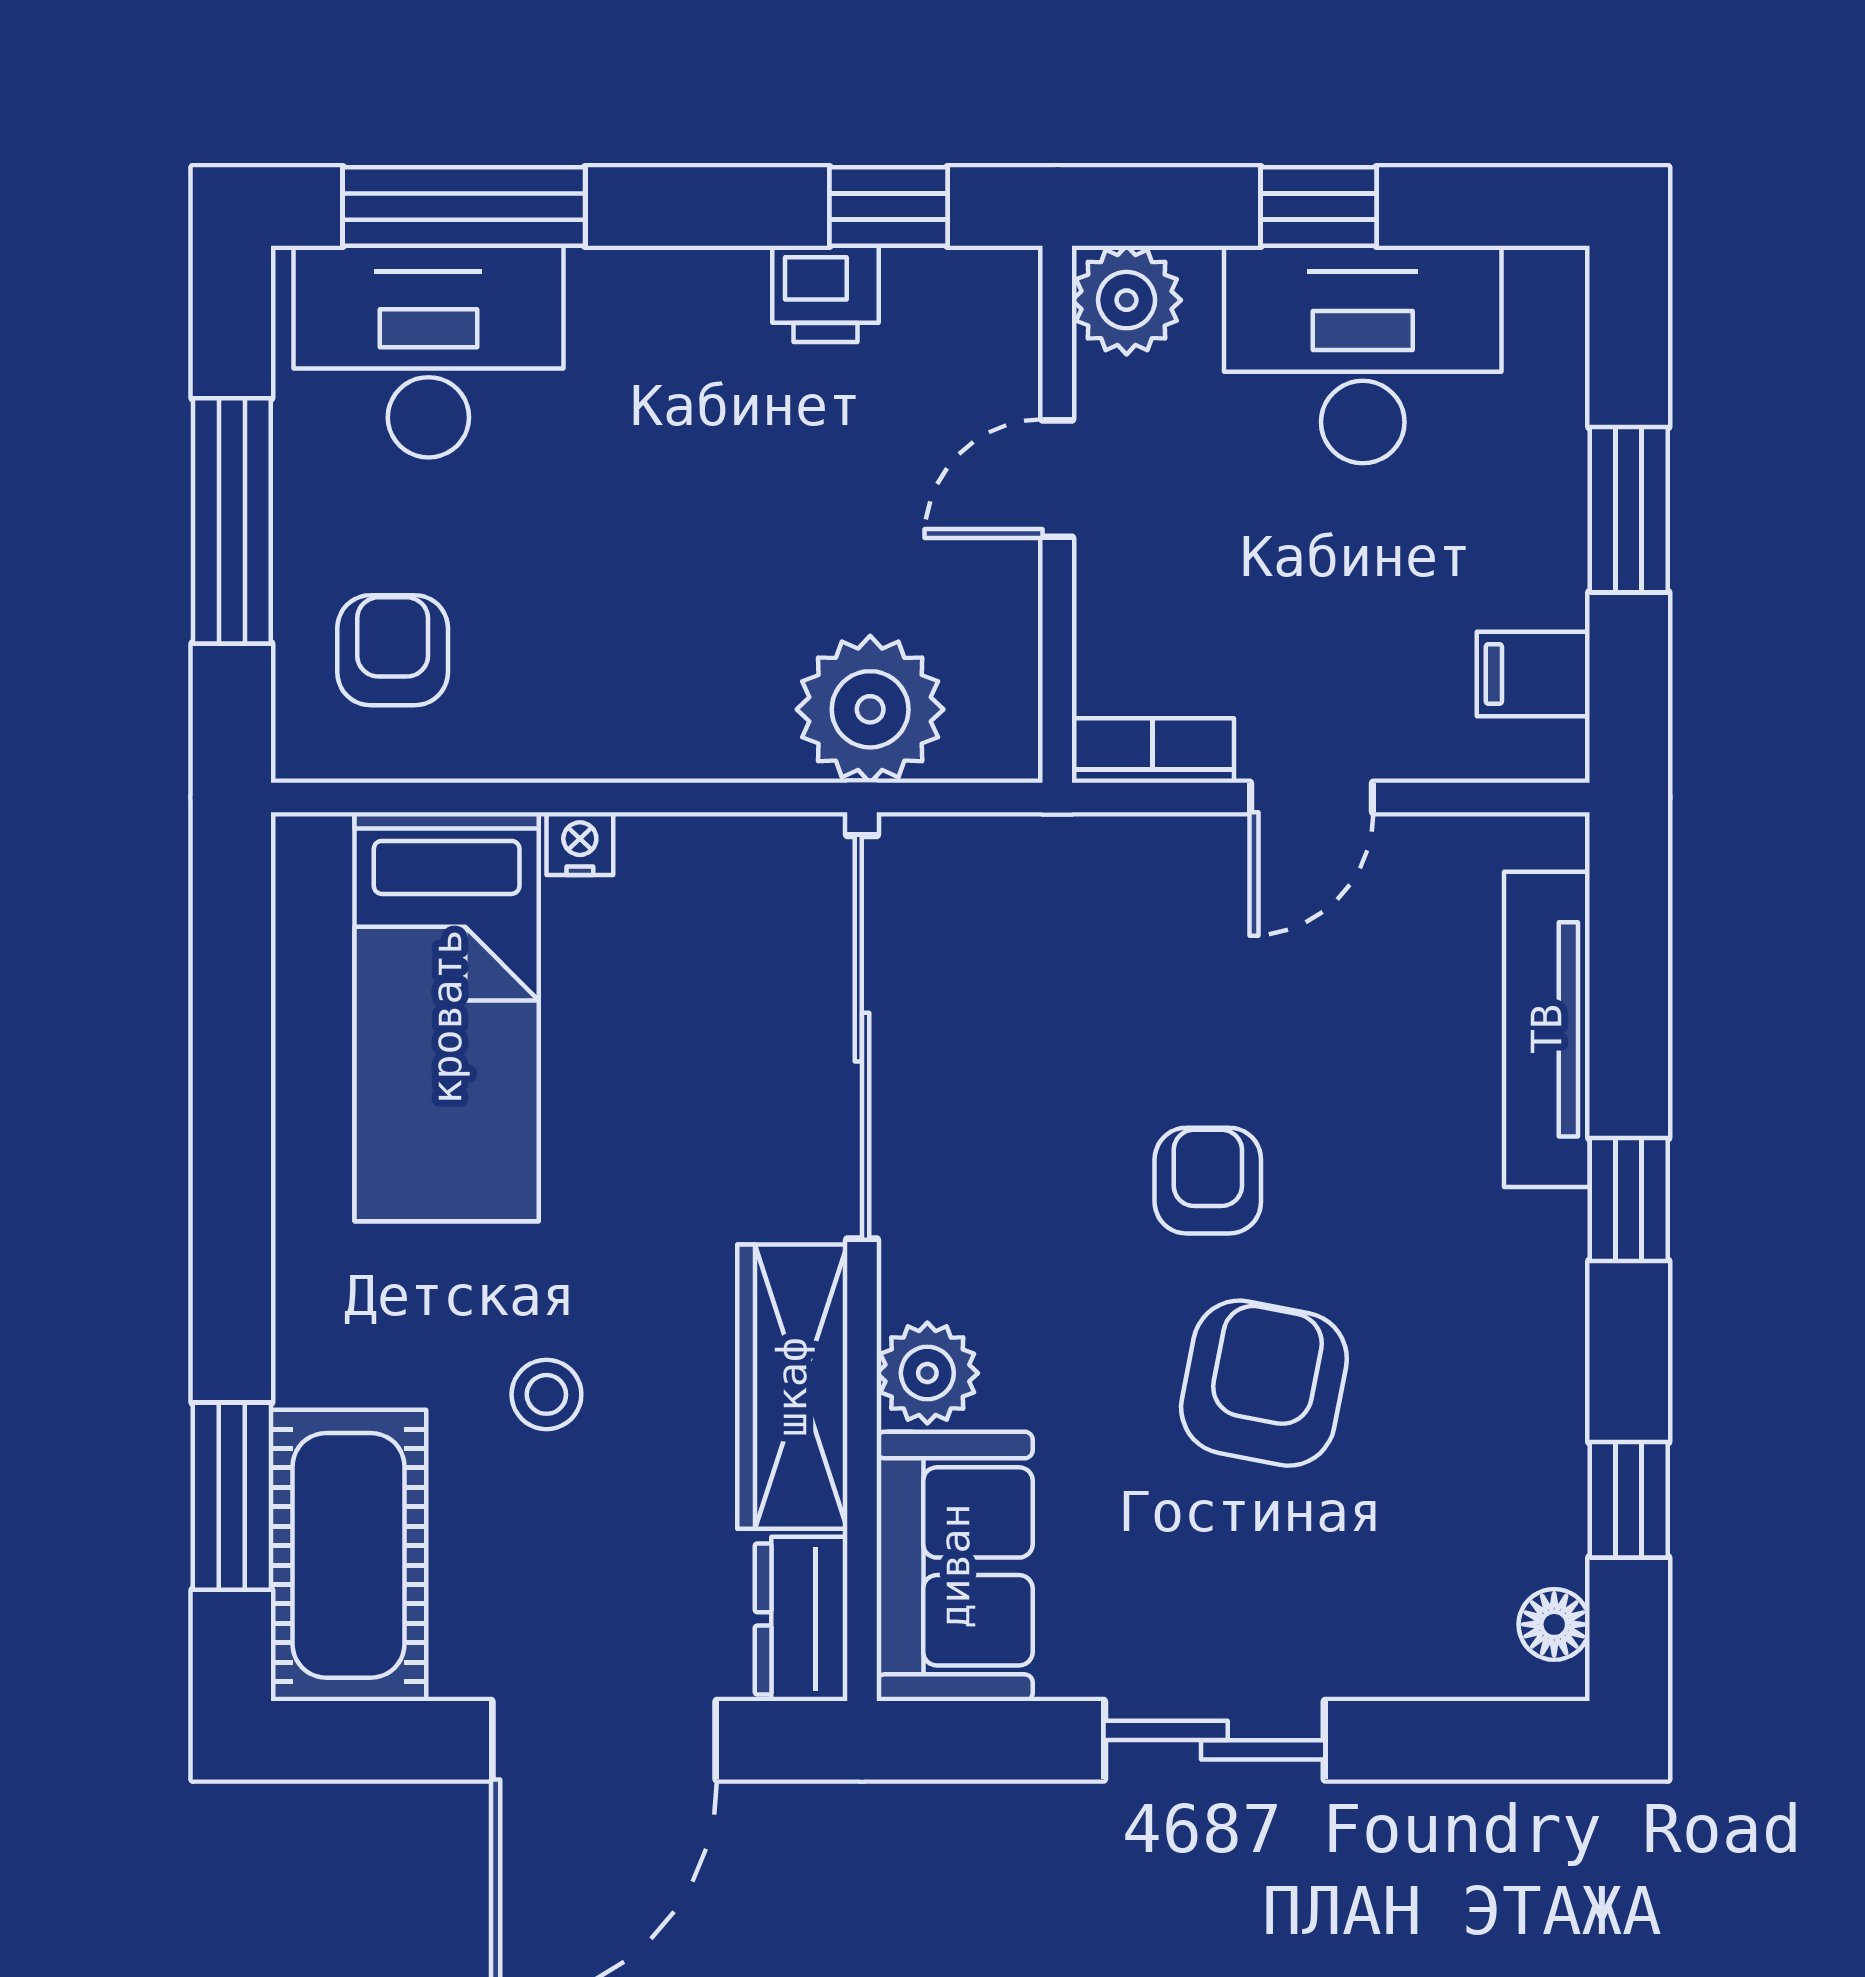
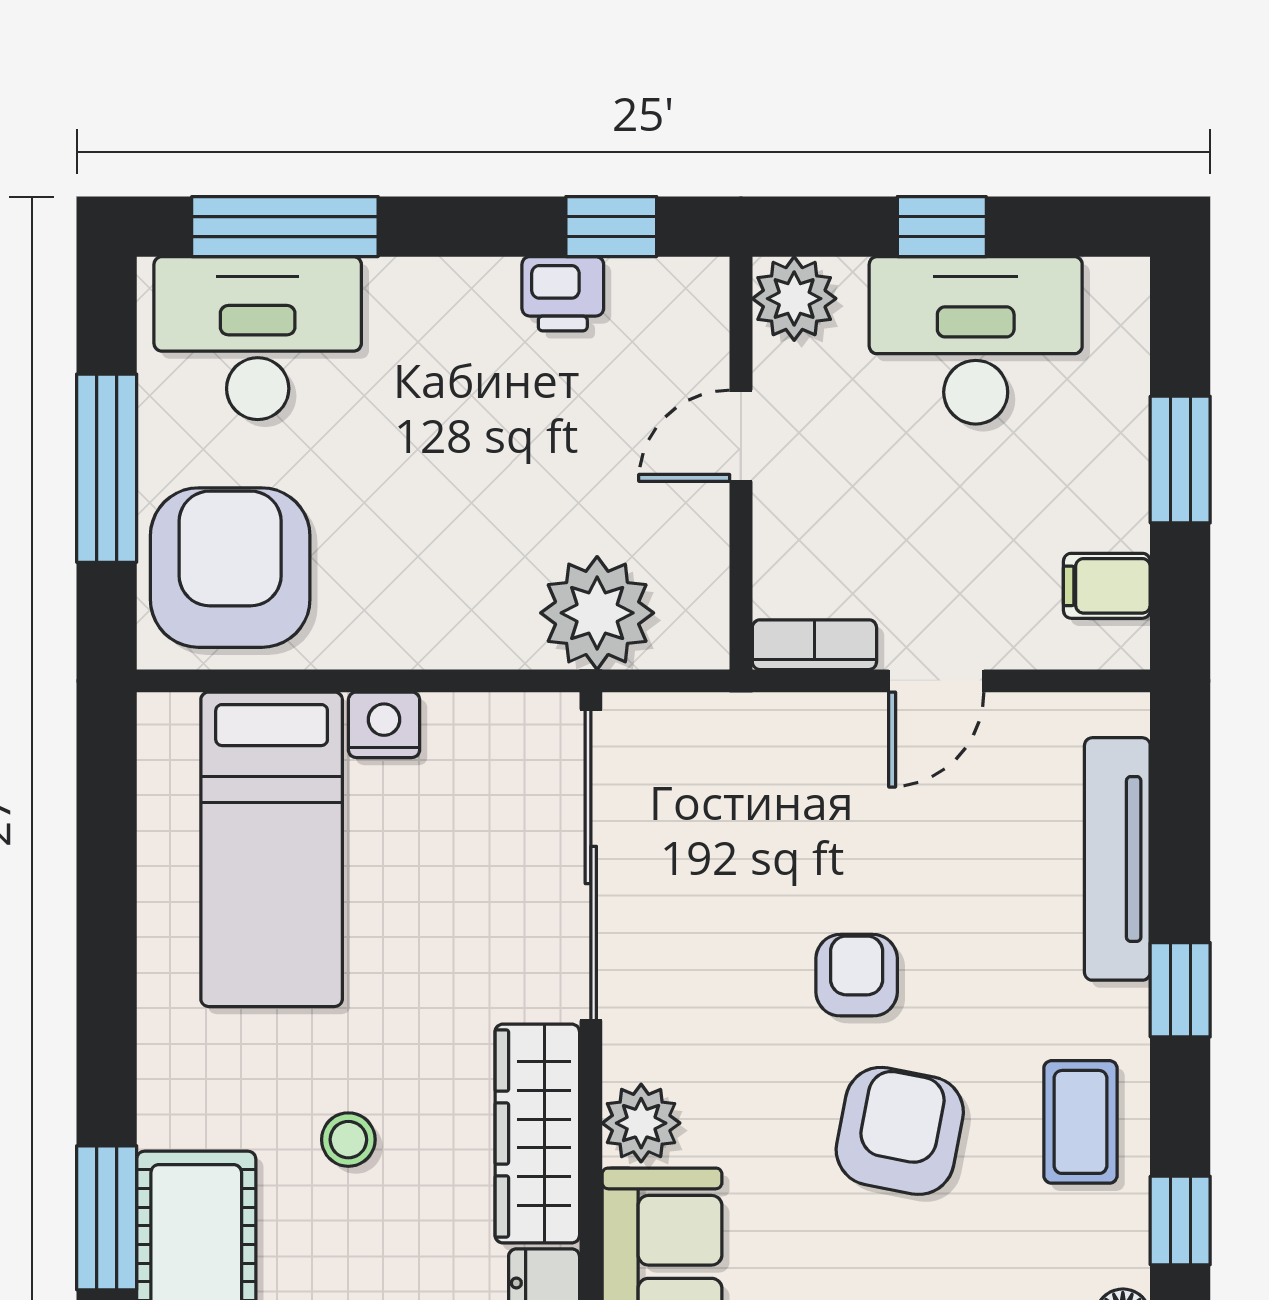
armchair: (393, 650) -> (230, 568), width x1.88, depth x1.88
nightstand: (580, 844) -> (384, 725), width x1.39, depth x1.35
coffee table: (1499, 1372) -> (1080, 1122), added

